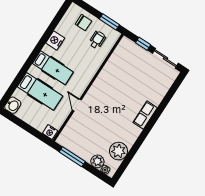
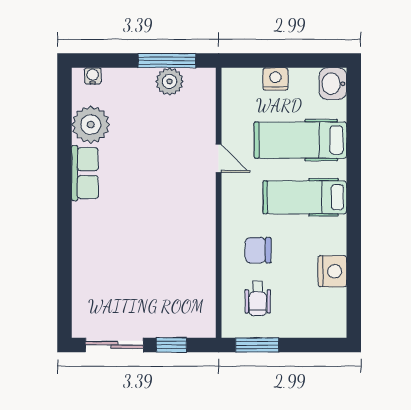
chair: (83, 23) -> (258, 250), moved
nightstand: (55, 41) -> (332, 271), moved
row of seats: (145, 115) -> (85, 173), moved
nightstand: (50, 132) -> (275, 79), moved
plant: (97, 161) -> (170, 81), moved

